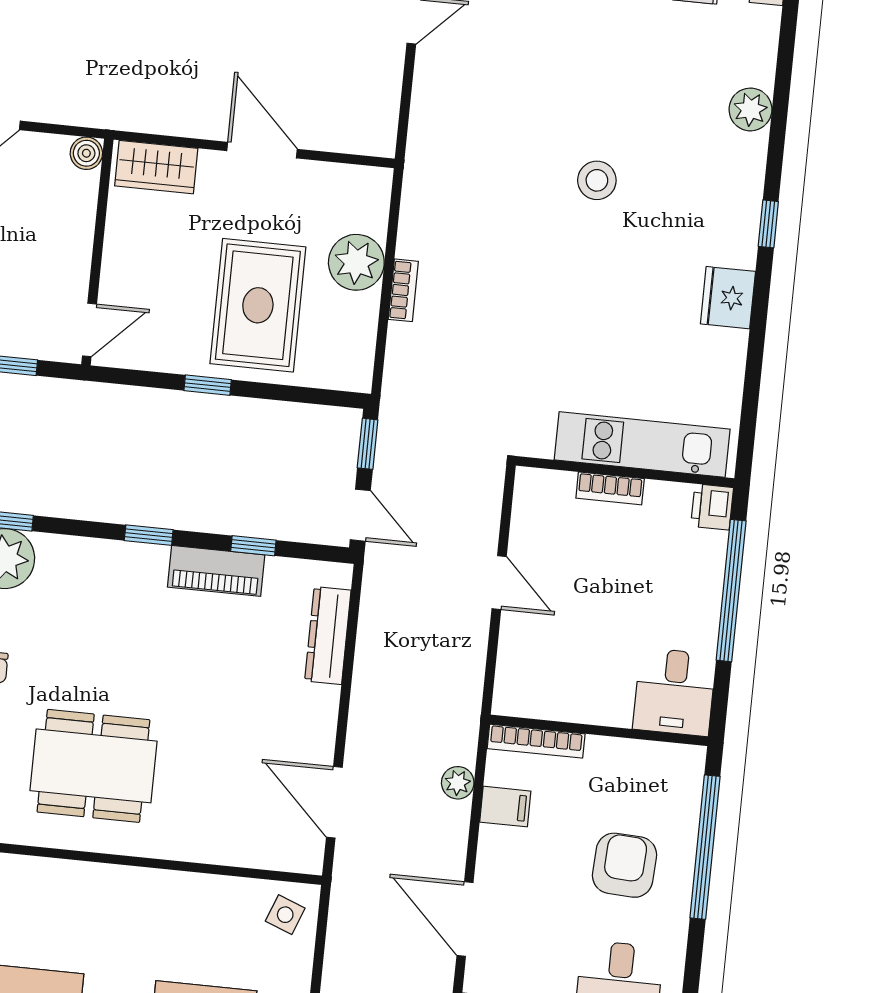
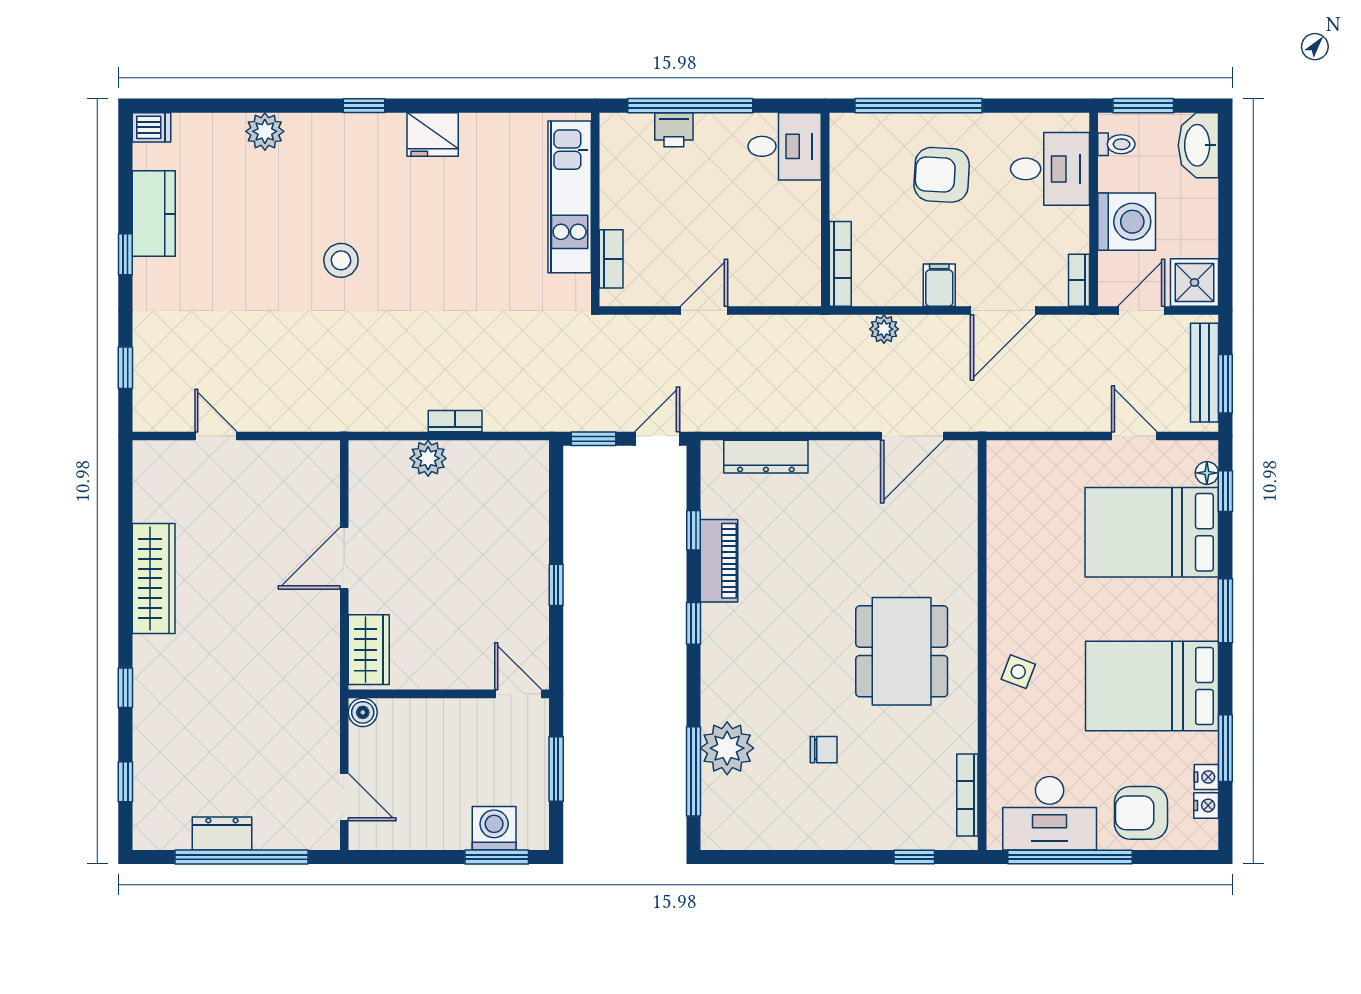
plant: (356, 262) -> (428, 458), width x0.73, depth x0.73
rug: (258, 305) -> (481, 548), removed
bookcase: (610, 488) -> (611, 259), moved
printer: (712, 507) -> (674, 130), moved
filing cabinet: (505, 807) -> (939, 285), moved
side table: (285, 915) -> (1018, 672), moved

